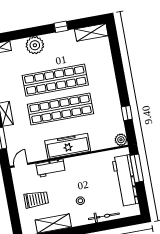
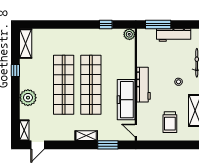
freezer: (68, 146) -> (126, 100), moved
workbench: (51, 168) -> (144, 85), moved, width x1.38
workbench: (125, 180) -> (174, 35), width x0.73, depth x0.76
trolley: (36, 199) -> (170, 122), turned 180

